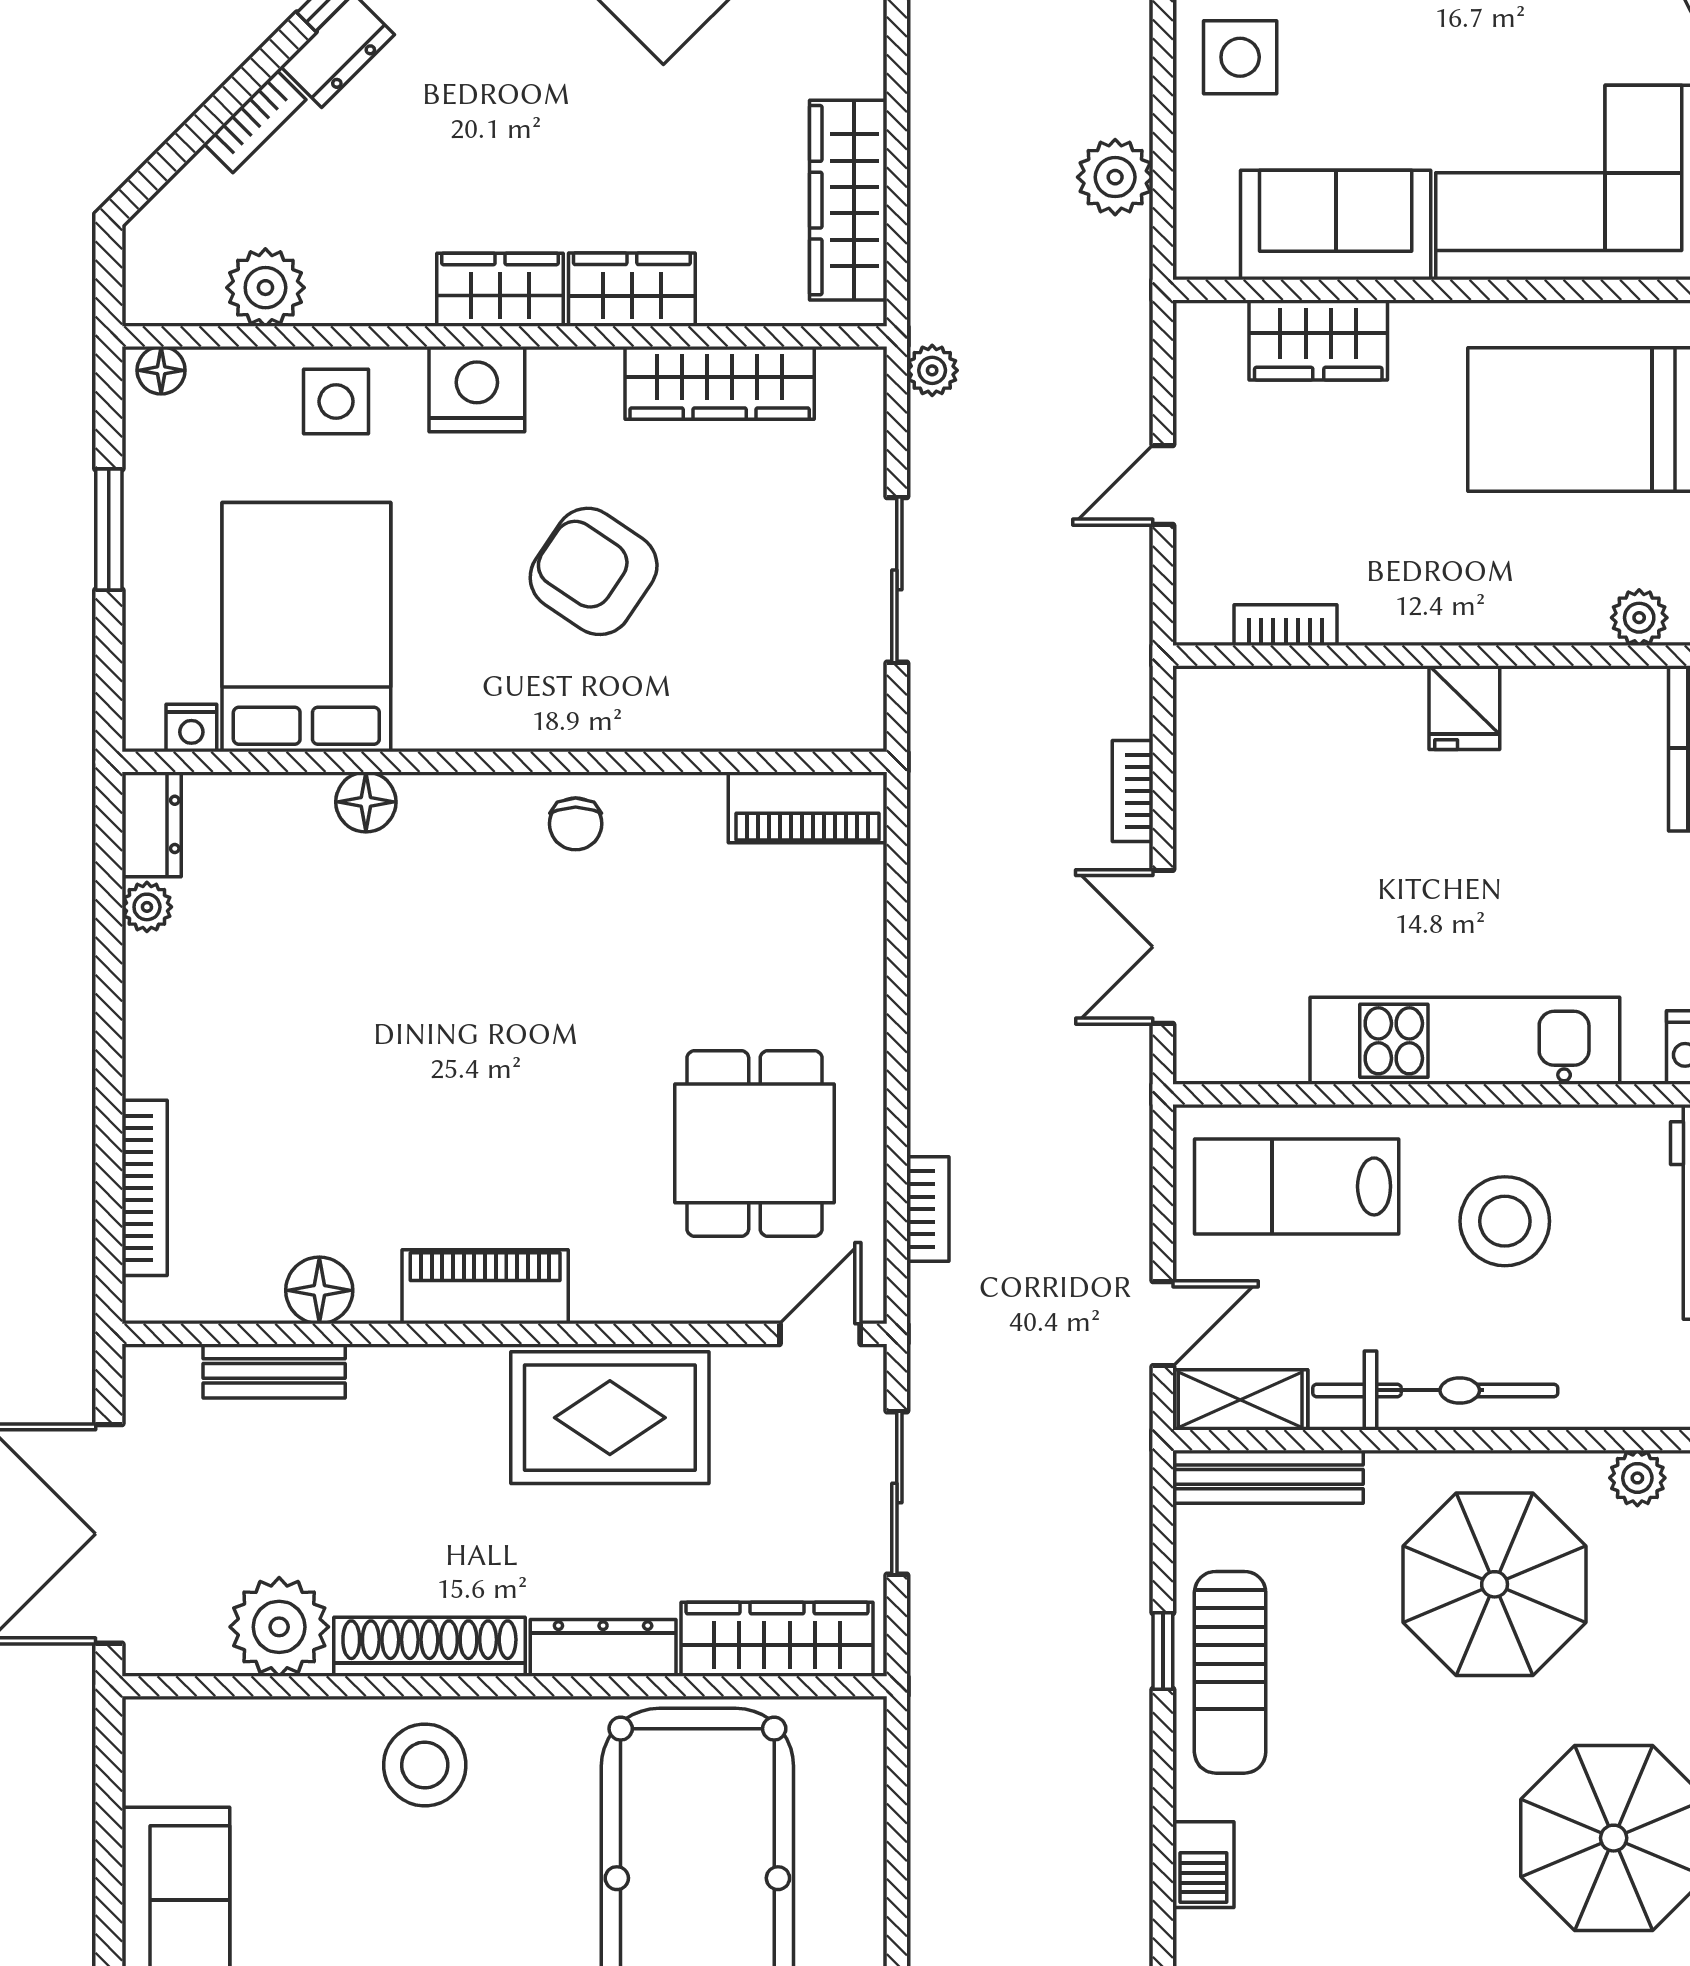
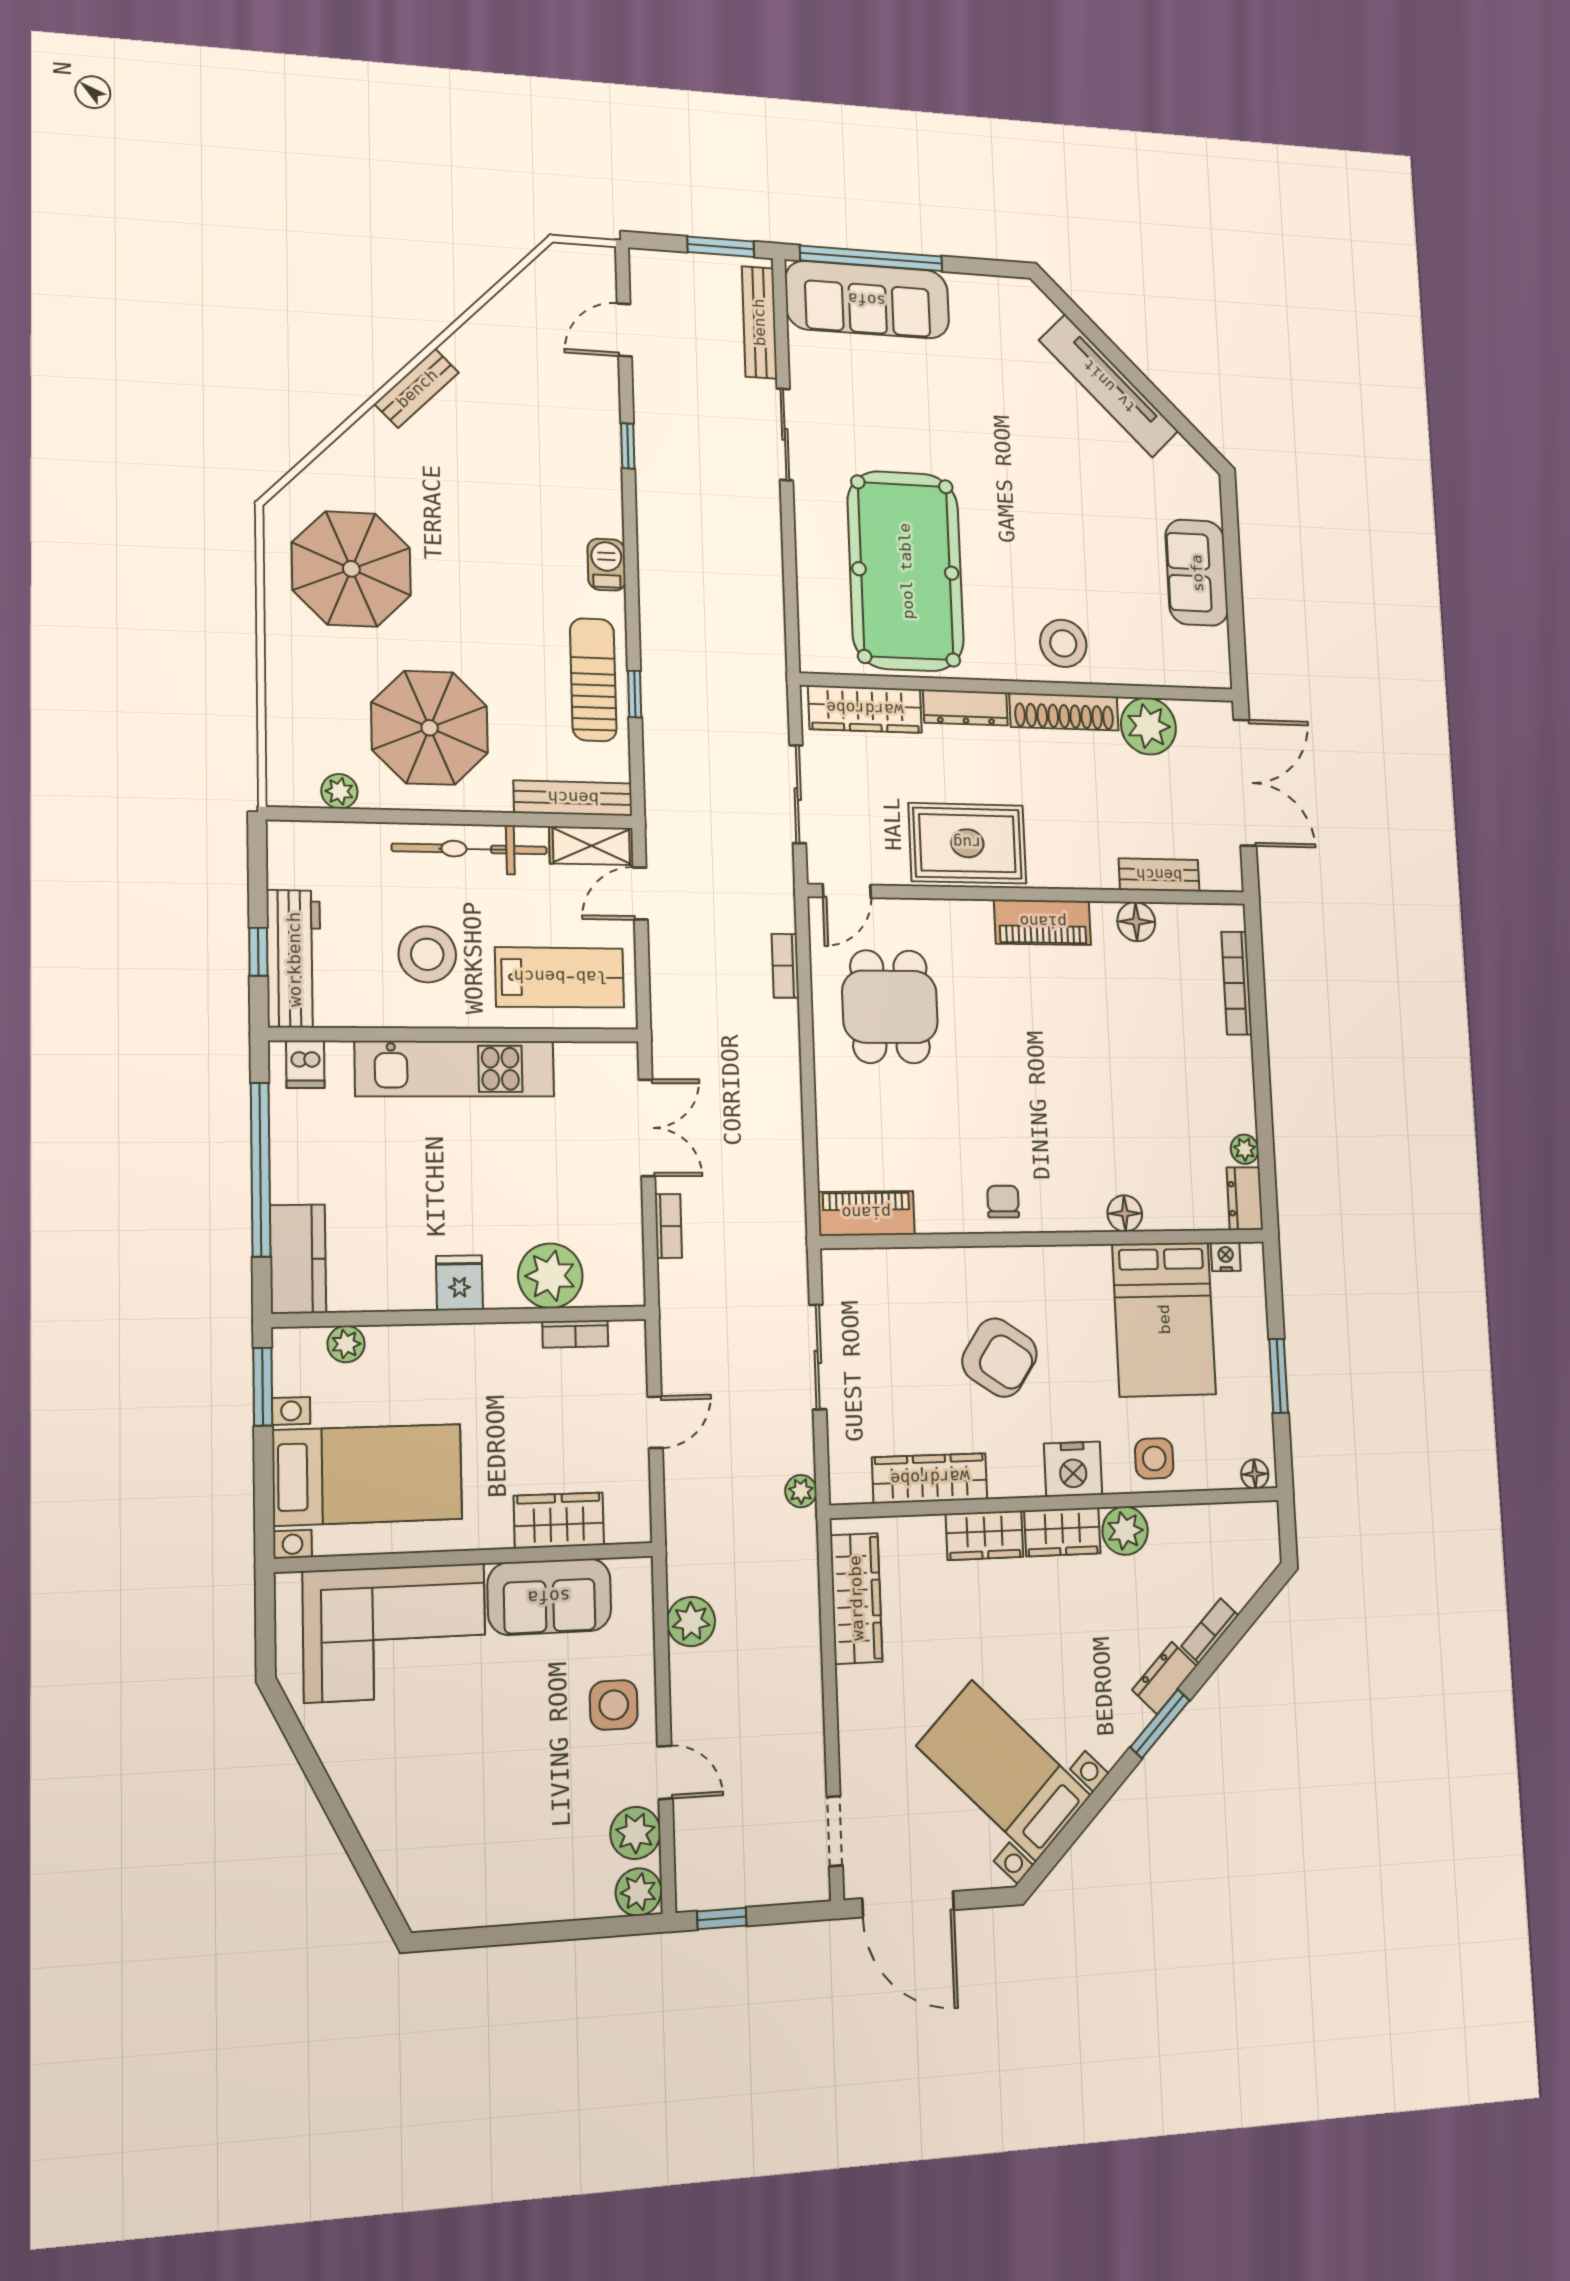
plant: (265, 288) -> (1125, 1531), moved
plant: (1322, 716) -> (550, 1276), added

